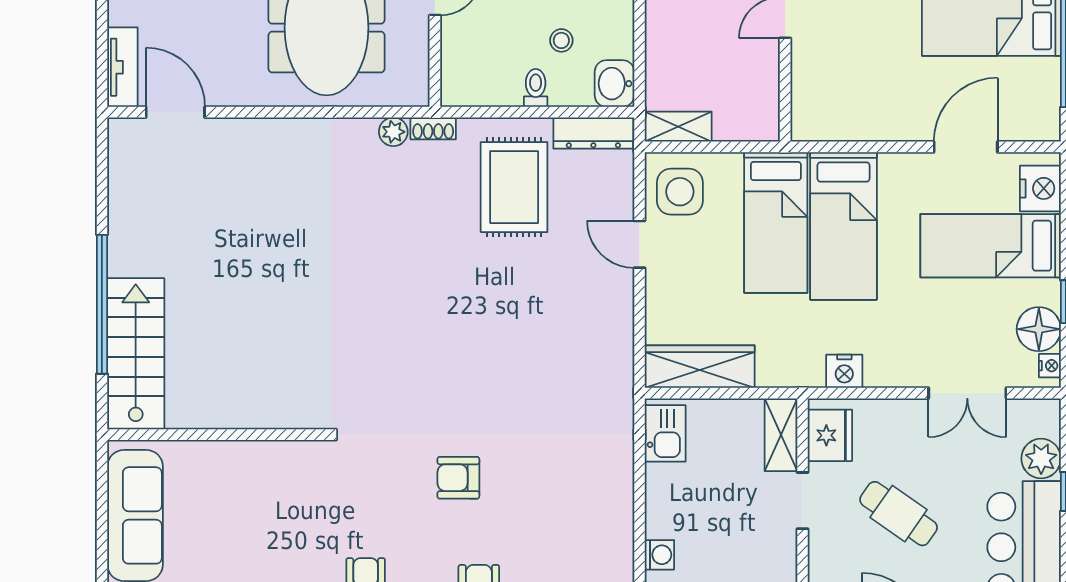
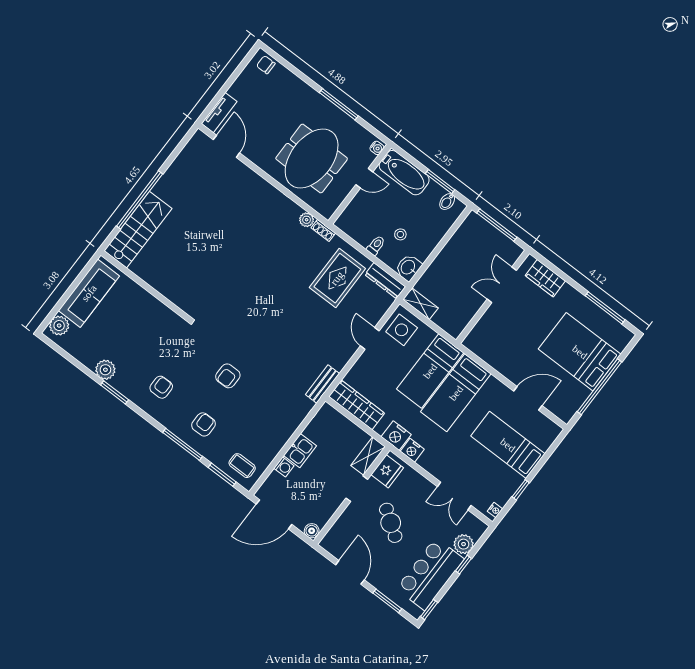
nightstand: (1040, 188) -> (396, 436), moved, turned 90
floor lamp: (1039, 329) -> (502, 492), removed
bench: (620, 375) -> (322, 384), added
kitchen sink: (665, 433) -> (300, 451), moved
armchair: (458, 478) -> (228, 376), turned -90

